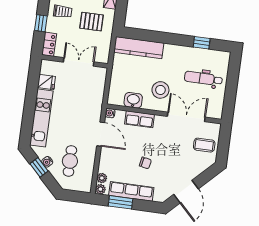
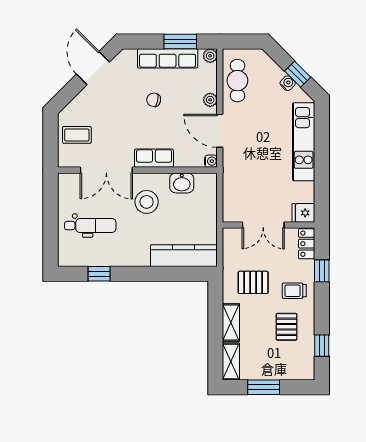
fridge: (46, 82) -> (303, 213), moved
row of seats: (140, 119) -> (154, 158), moved
cafe table: (70, 161) -> (237, 81), moved
plant: (102, 178) -> (210, 100), moved

